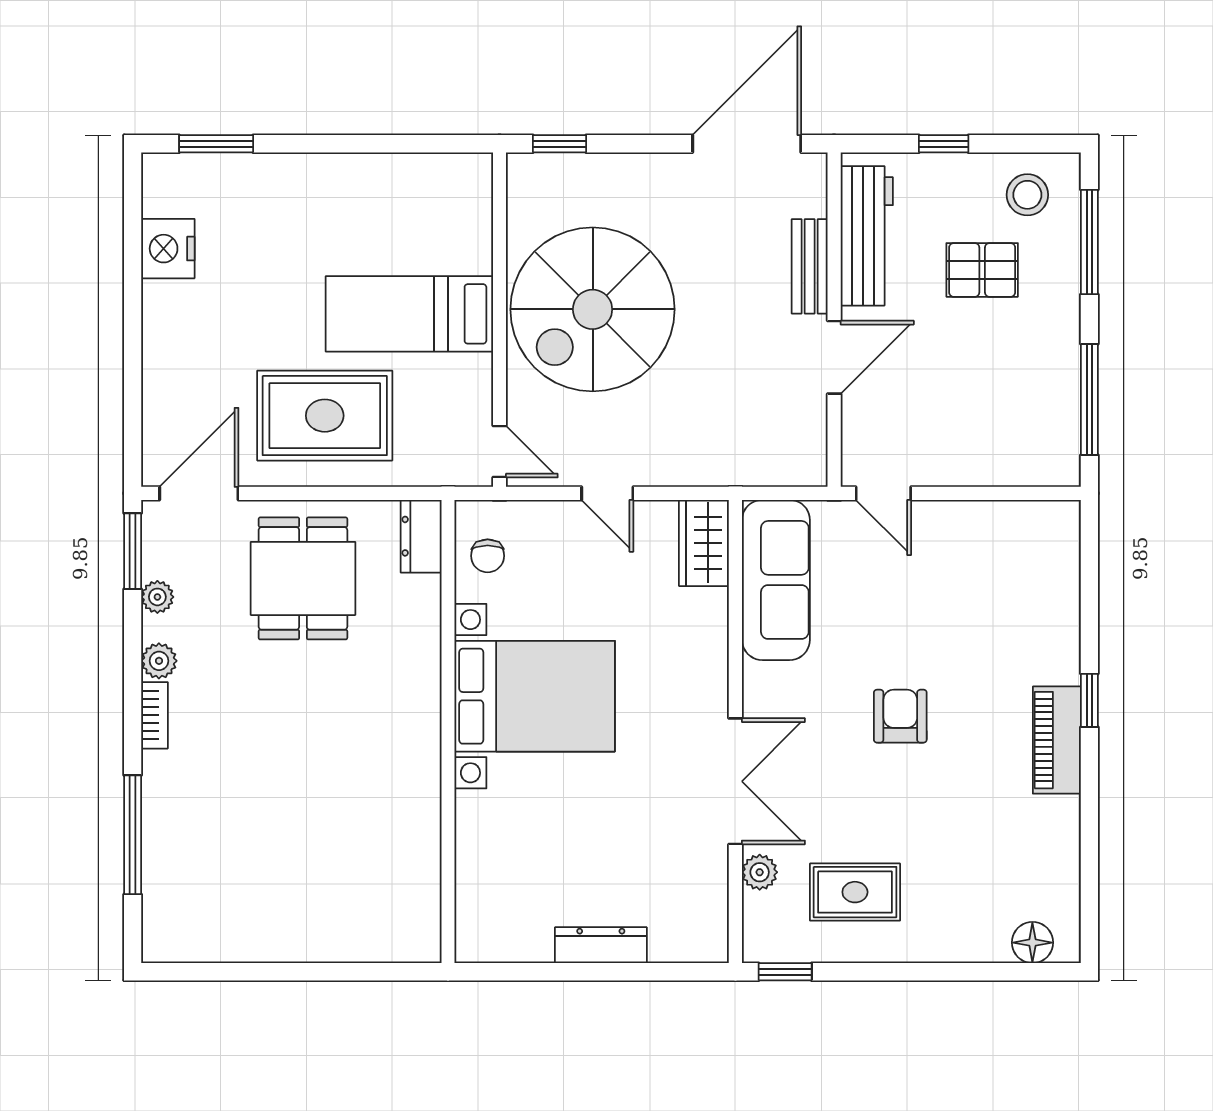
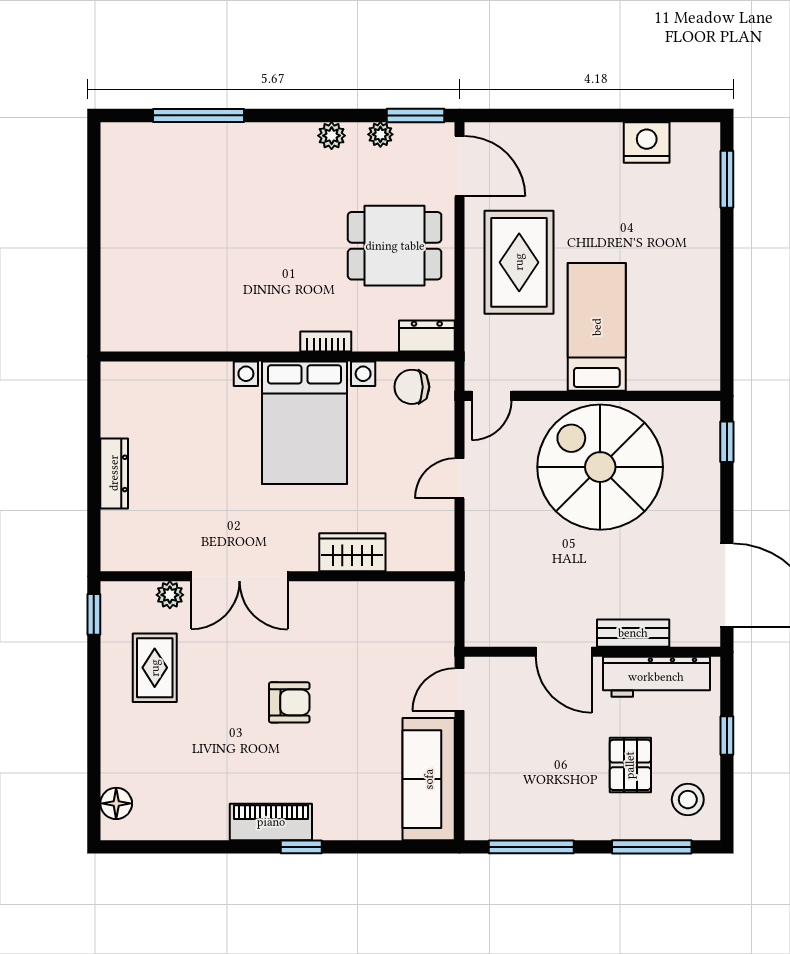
wardrobe: (704, 543) -> (352, 552), moved
chair: (488, 556) -> (412, 387), width x1.37, depth x1.37
sofa: (776, 580) -> (429, 779), moved, turned 90
bookcase: (154, 715) -> (326, 341), moved, turned 180

